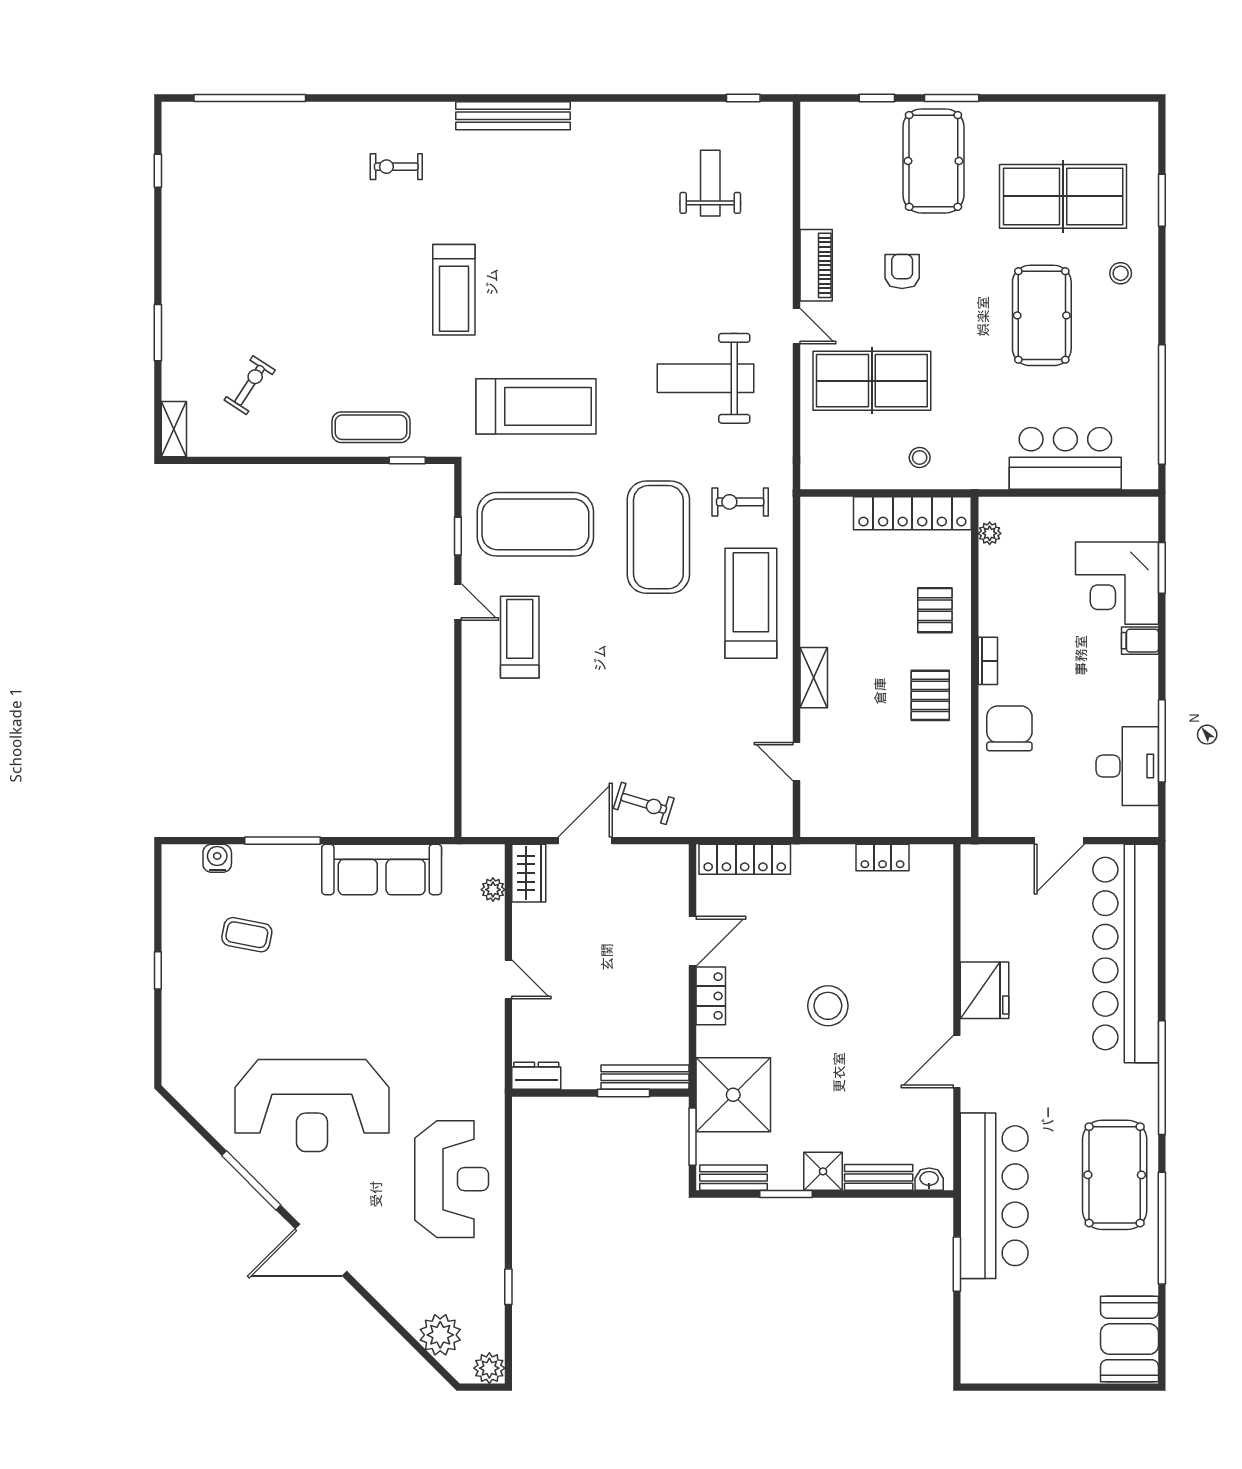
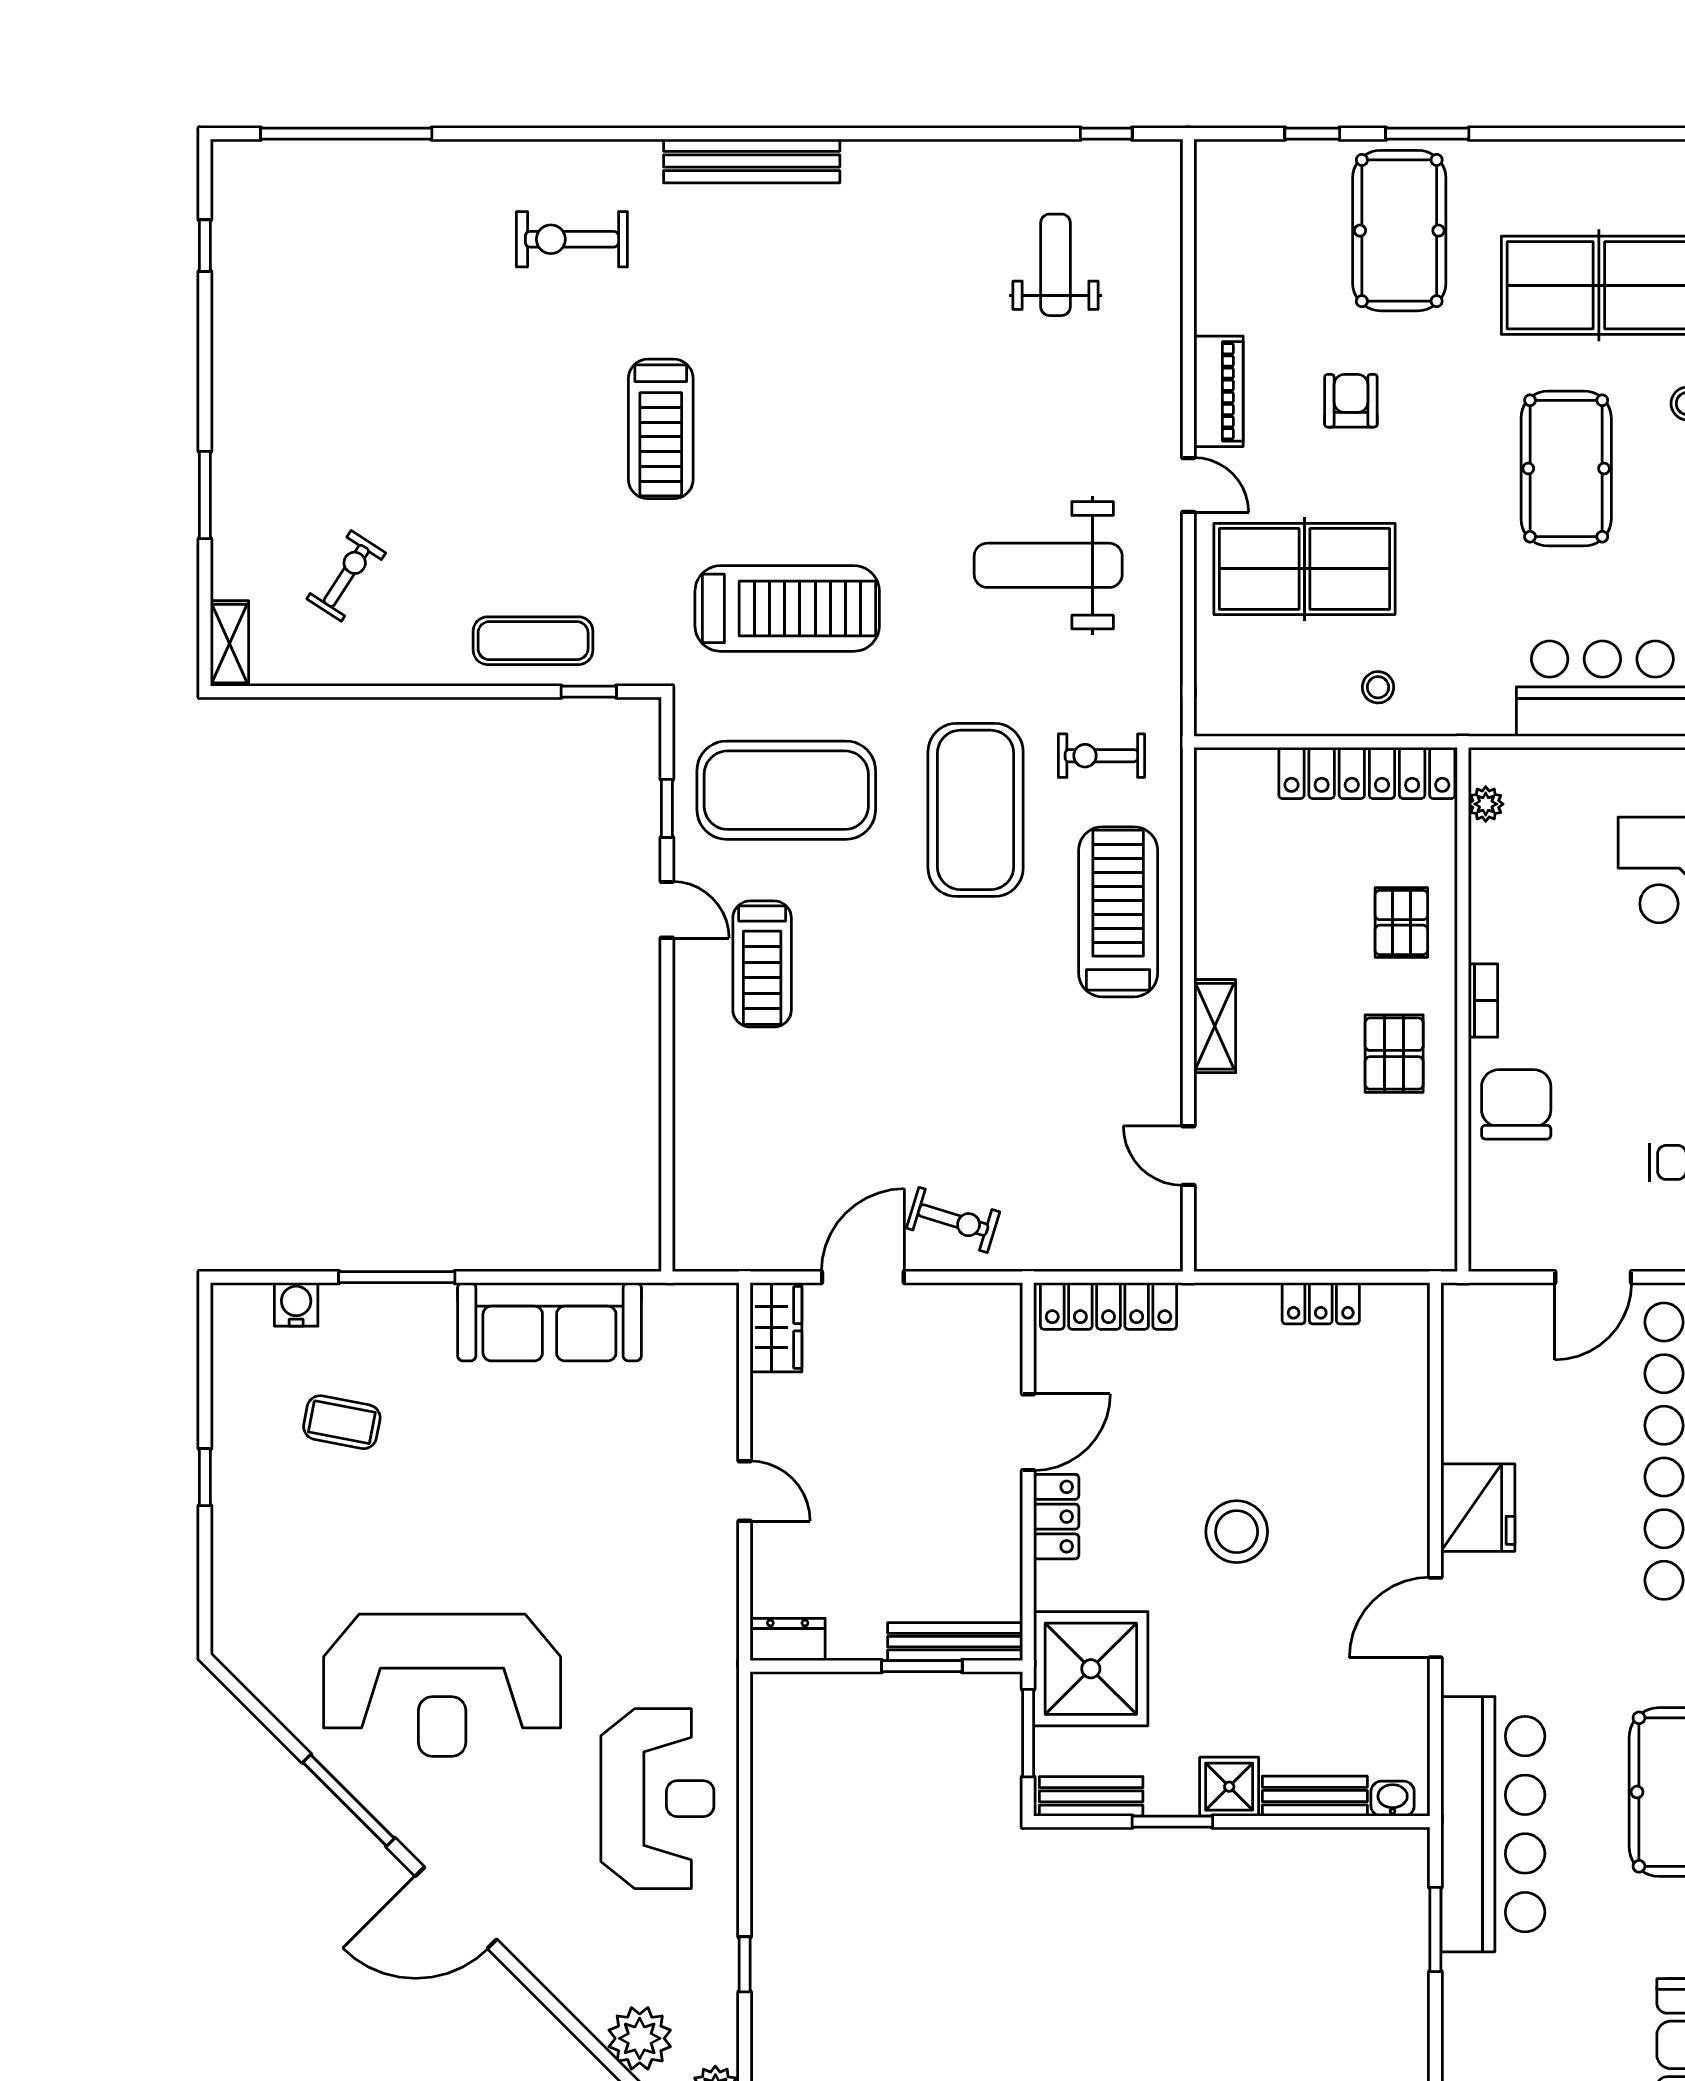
exercise bike: (396, 167) -> (572, 239), width x1.38, depth x1.39
treadmill: (520, 637) -> (762, 964), turned 180
plant: (493, 890) -> (721, 1353), removed

